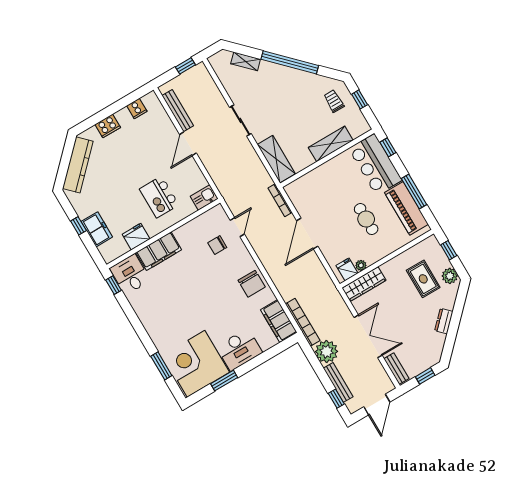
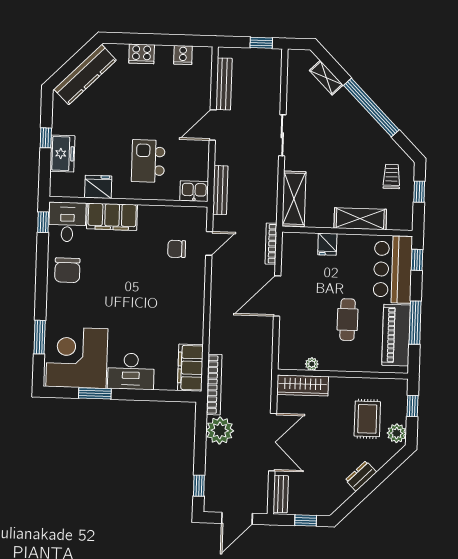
fridge: (347, 269) -> (327, 244), moved, turned 180
chair: (252, 284) -> (67, 270), moved
bench: (338, 382) -> (220, 190), moved

